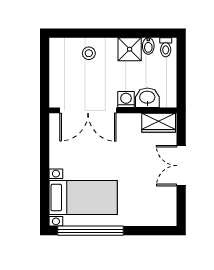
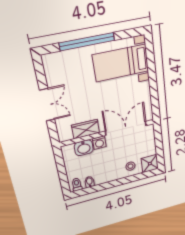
shower: (130, 49) -> (150, 164), moved
wardrobe: (159, 123) -> (86, 129), moved
window: (91, 231) -> (87, 42), moved

